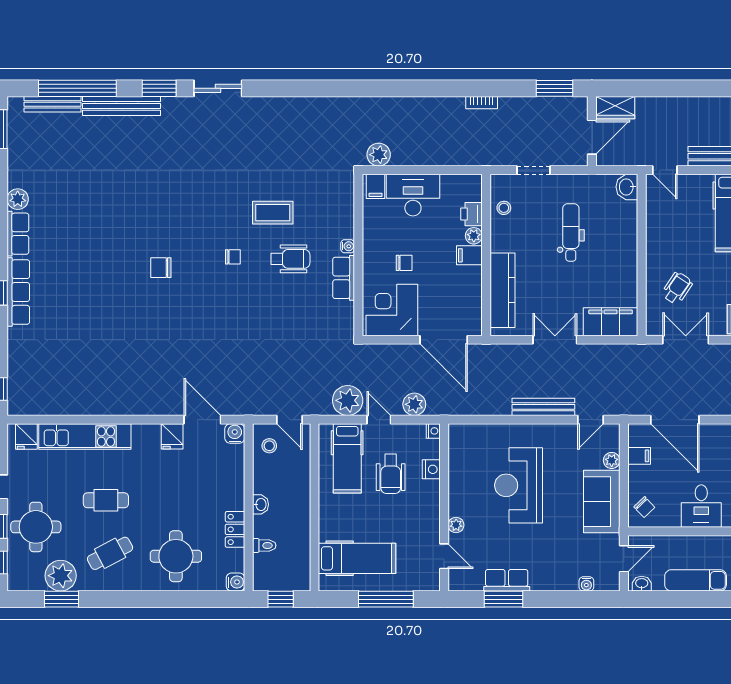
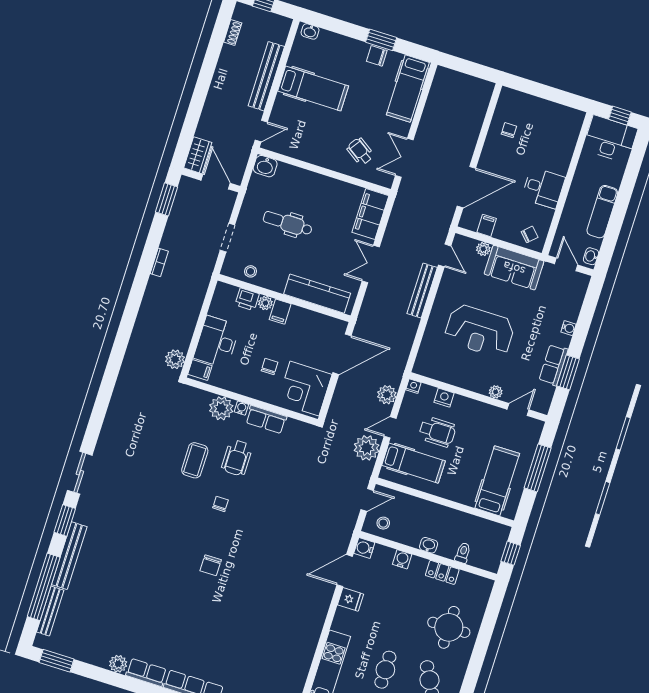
plant: (340, 224) -> (221, 408), added
wheelchair: (290, 259) -> (237, 458), turned 180
water cooler: (236, 582) -> (402, 559), moved
water cooler: (586, 584) -> (569, 328), moved

